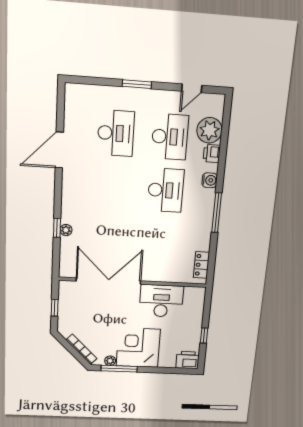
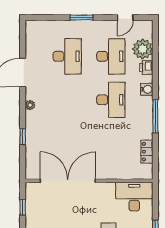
plant: (66, 230) -> (30, 105), moved
locker: (202, 265) -> (147, 152), moved
desk: (161, 301) -> (134, 197), moved

